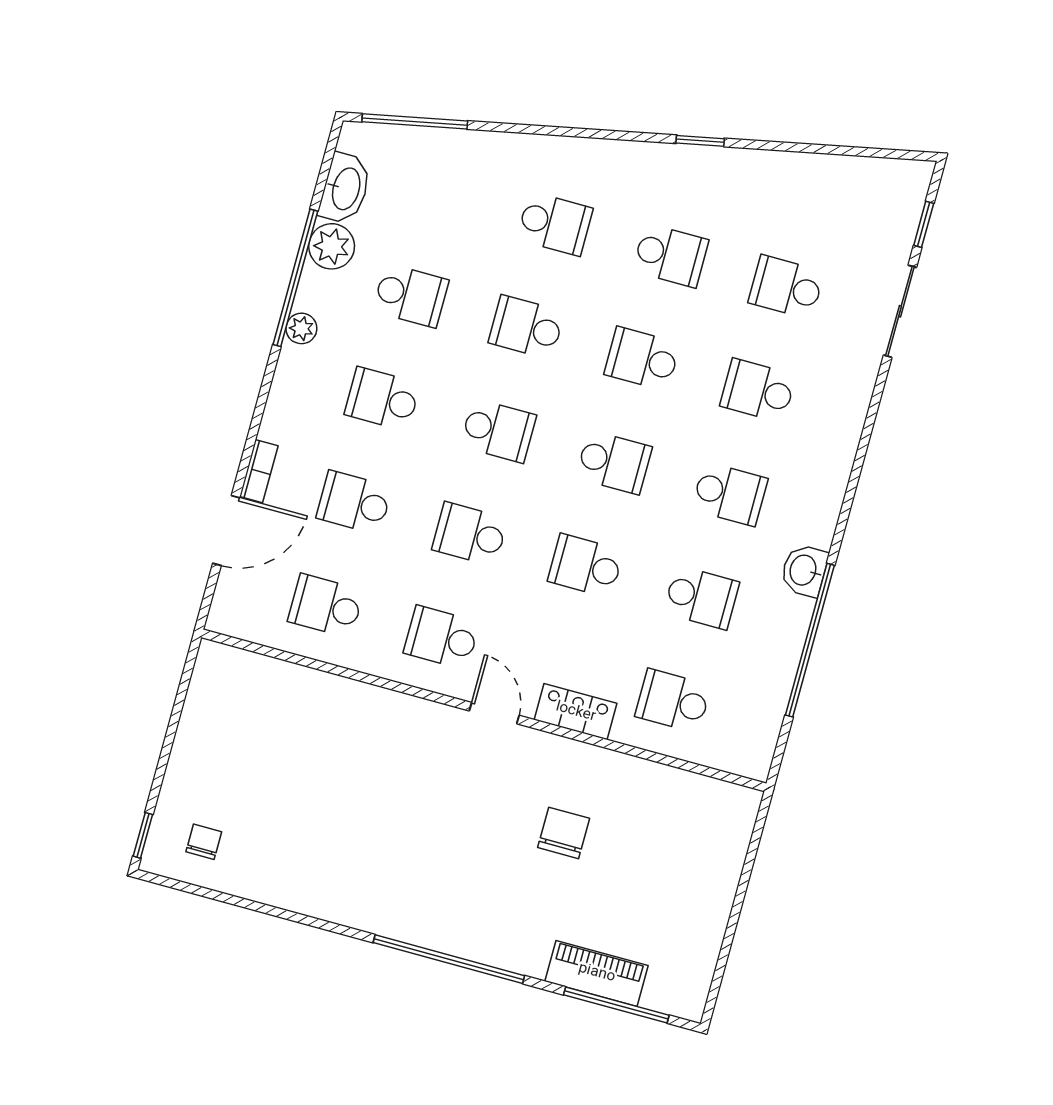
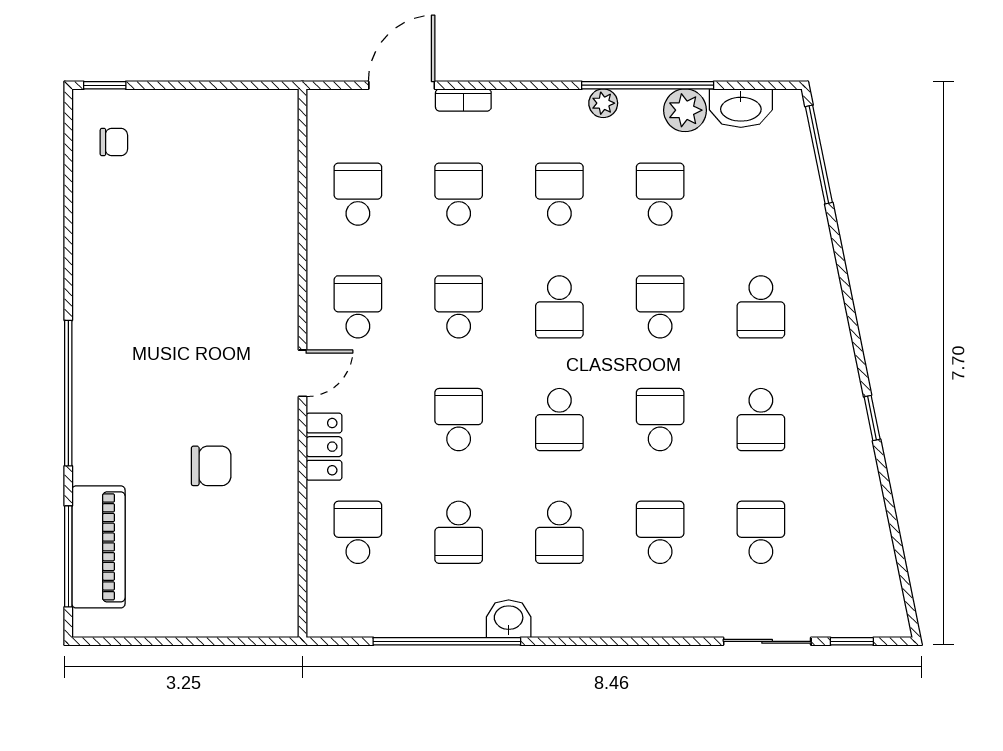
school desk: (411, 296) -> (660, 194), turned 180
door: (226, 530) -> (402, 85), swing flipped
piano: (597, 973) -> (98, 547), width x1.37, depth x1.33

